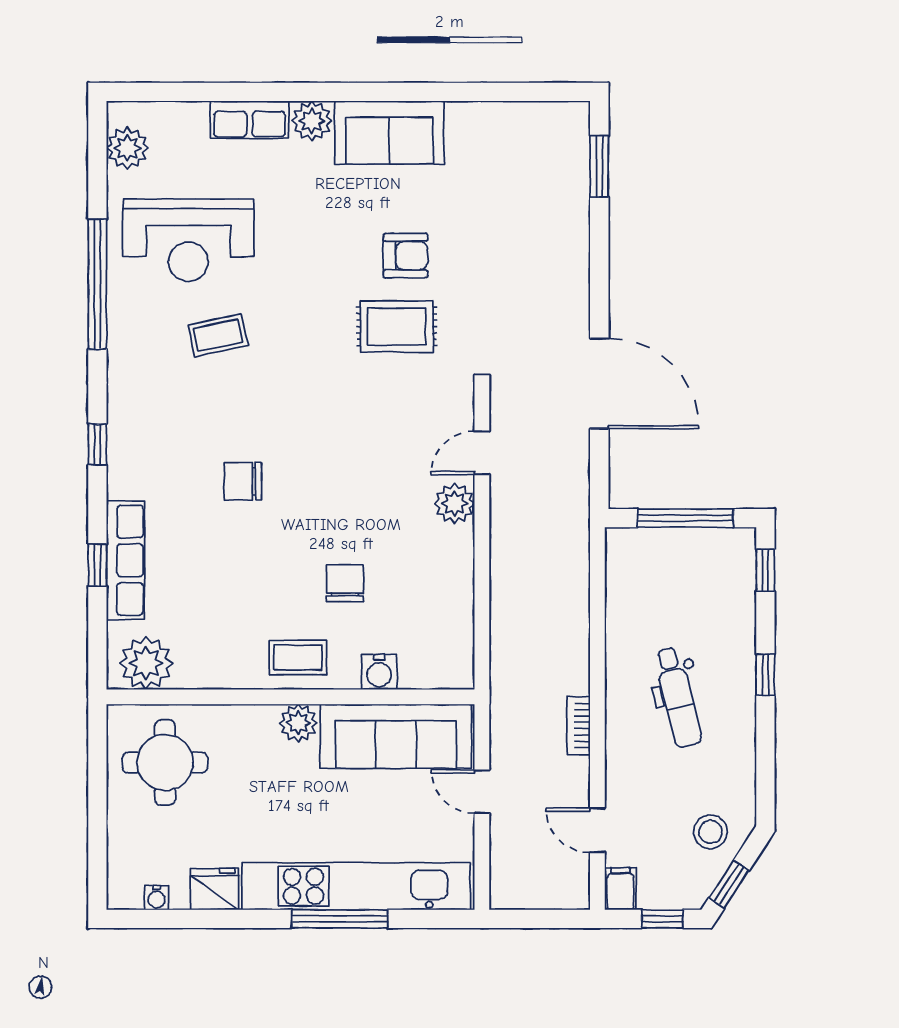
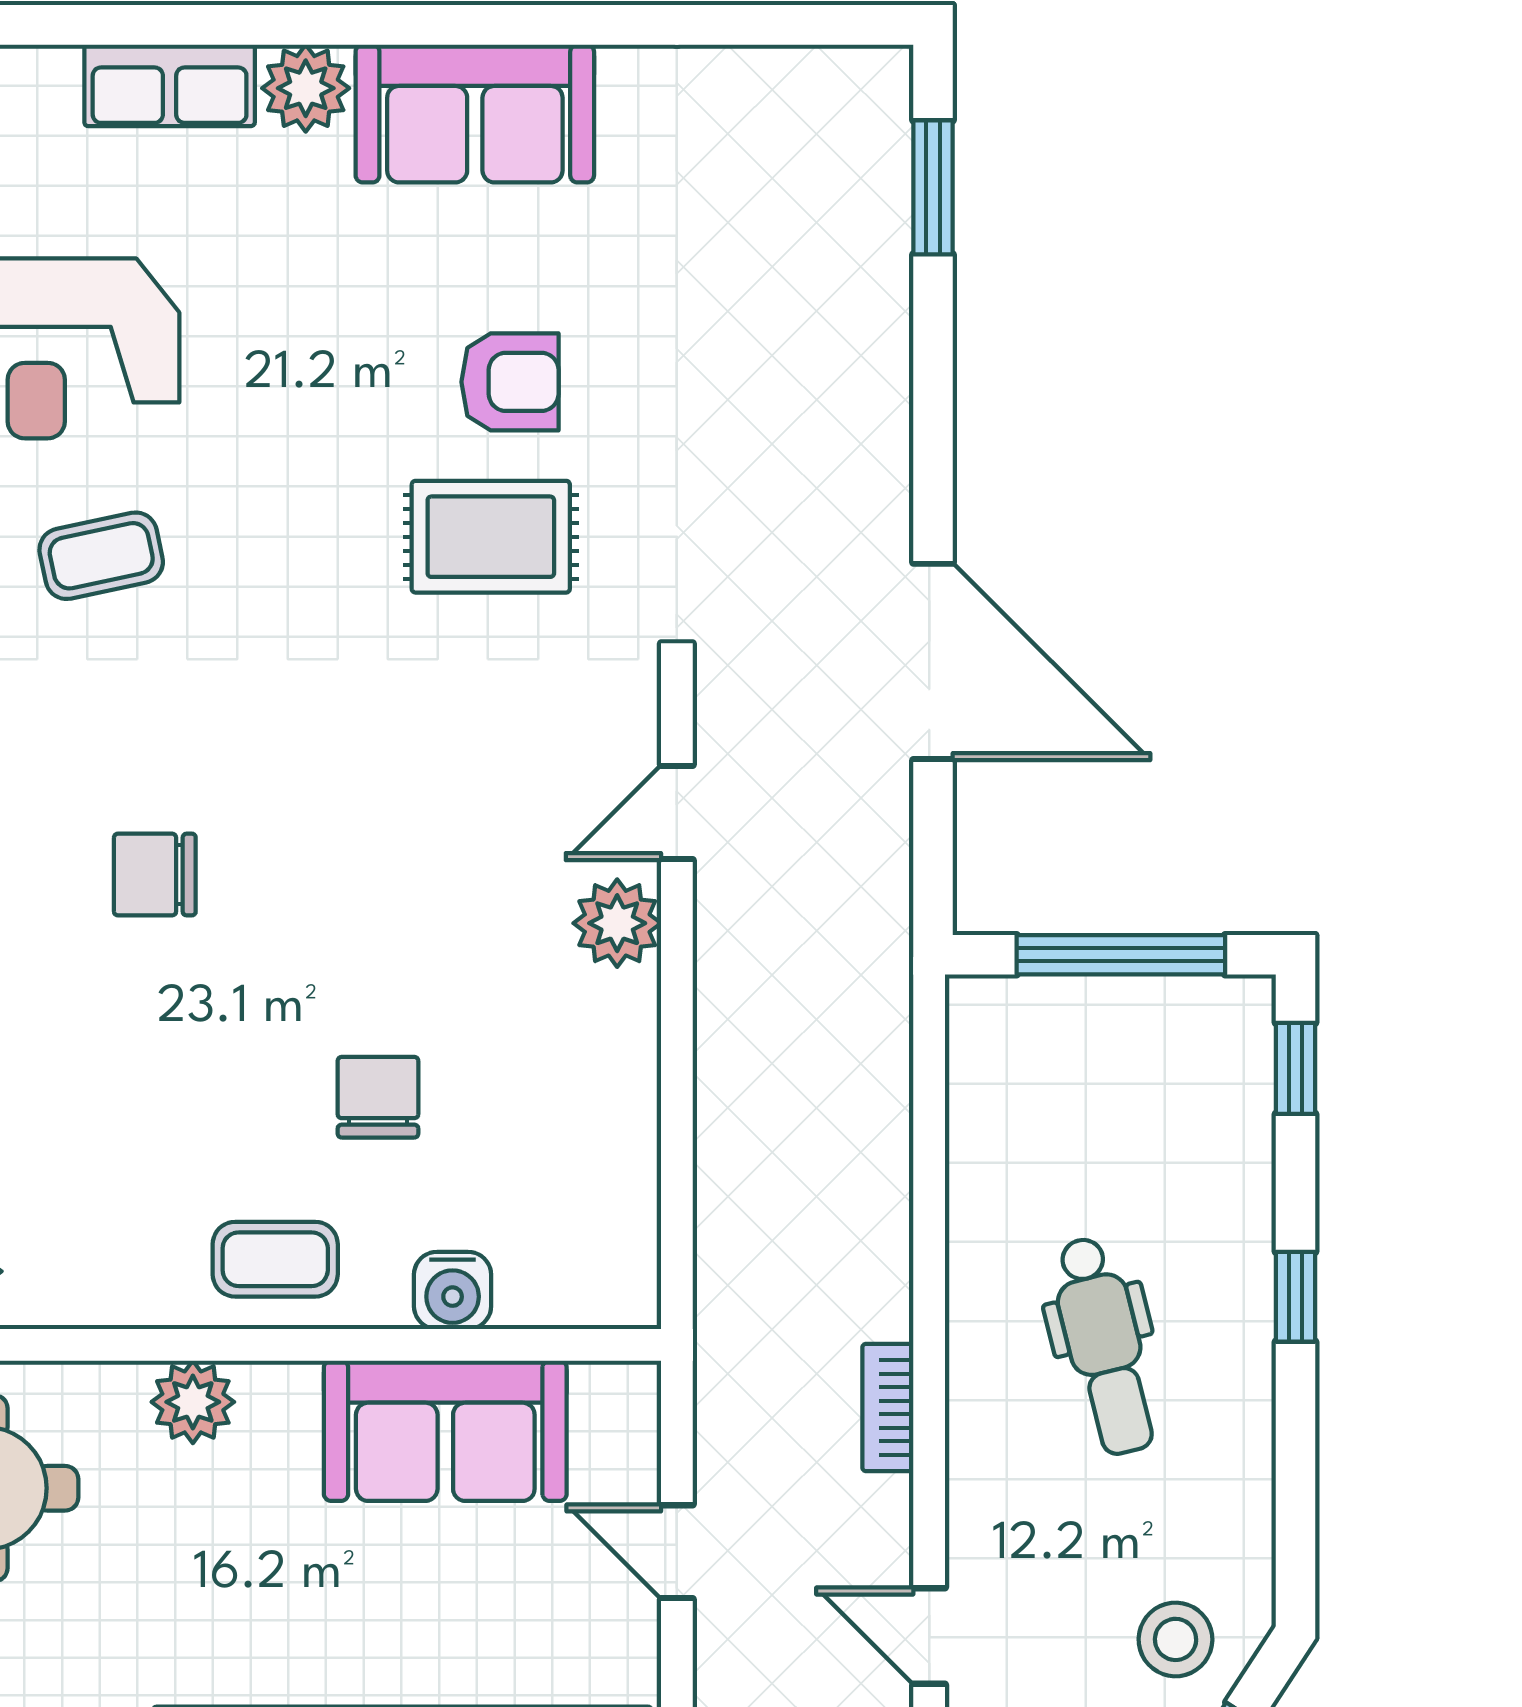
plant: (298, 723) -> (193, 1402), moved
sofa: (396, 736) -> (445, 1431), width x0.73

